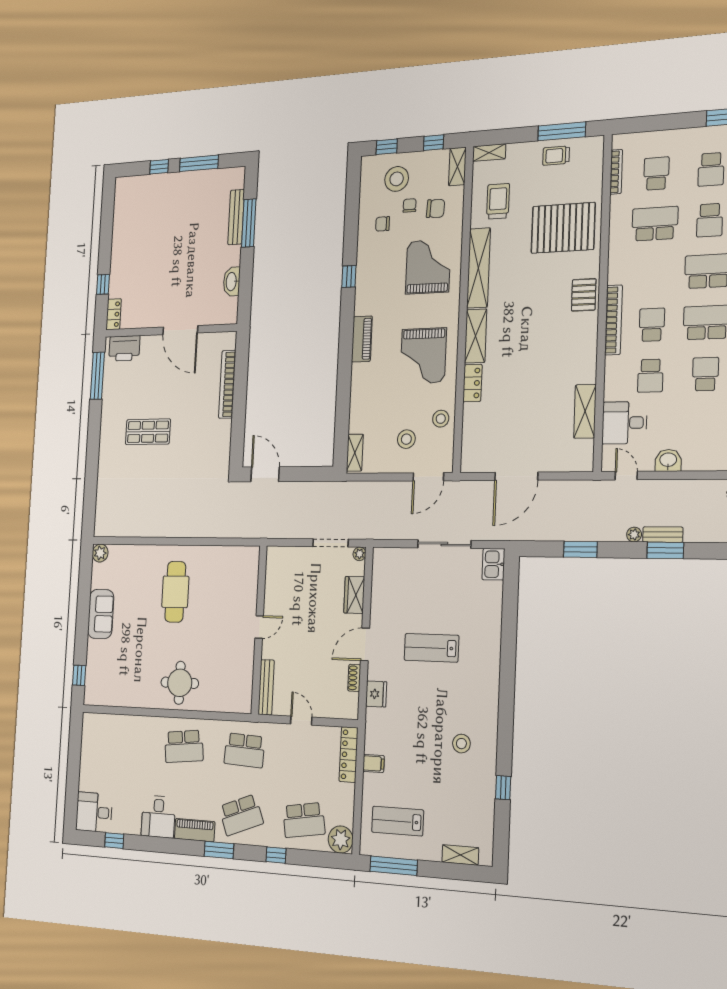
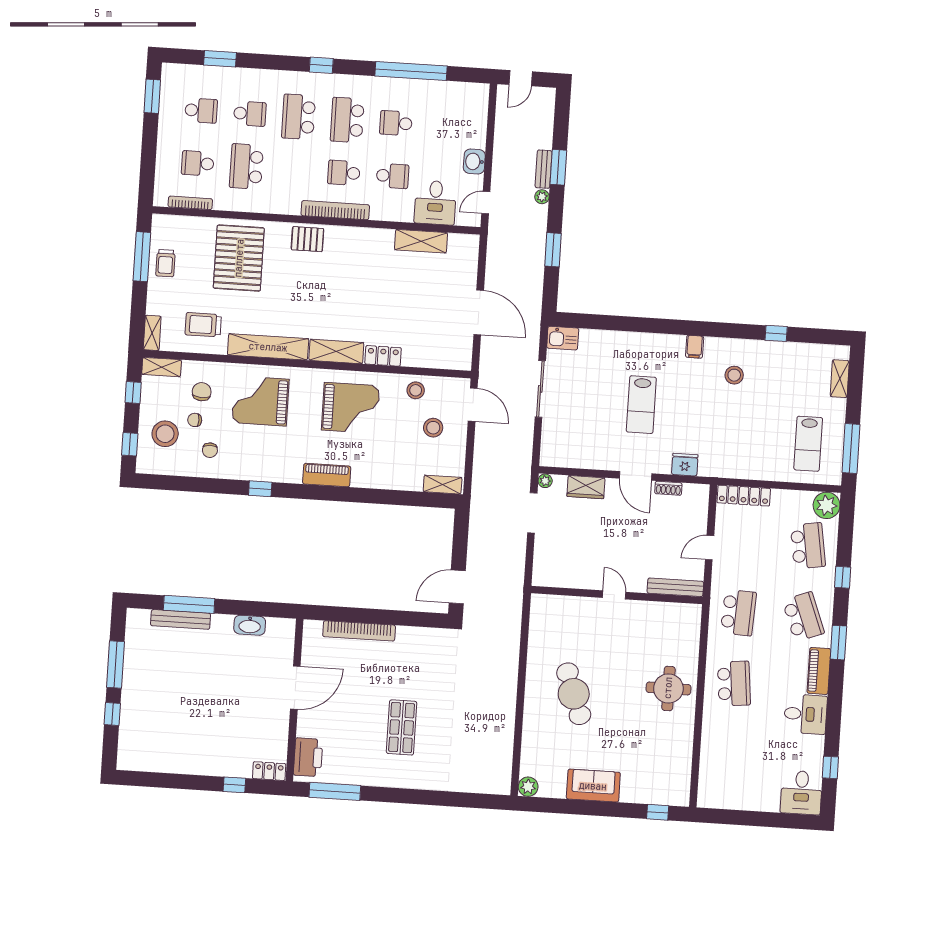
cafe table: (175, 592) -> (574, 694), turned 70
filing cabinet: (373, 763) -> (695, 347), moved, turned 180

